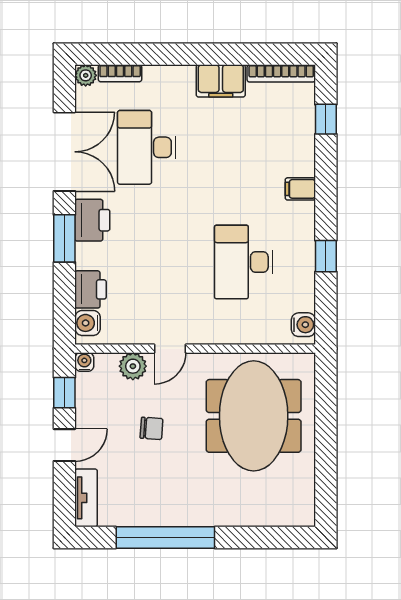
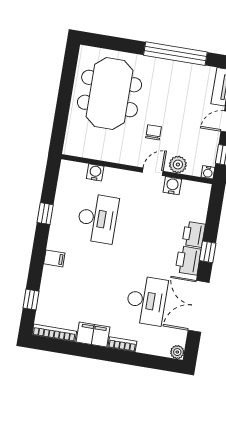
bookcase: (120, 73) -> (122, 344), moved
window: (64, 238) -> (208, 252), width x0.67
printer: (91, 289) -> (194, 234), moved
water cooler: (88, 323) -> (172, 186), moved, turned -90
water cooler: (303, 325) -> (95, 172), moved, turned 90
meeting table: (254, 416) -> (110, 93), moved
chair: (152, 428) -> (154, 132), moved, turned 86

